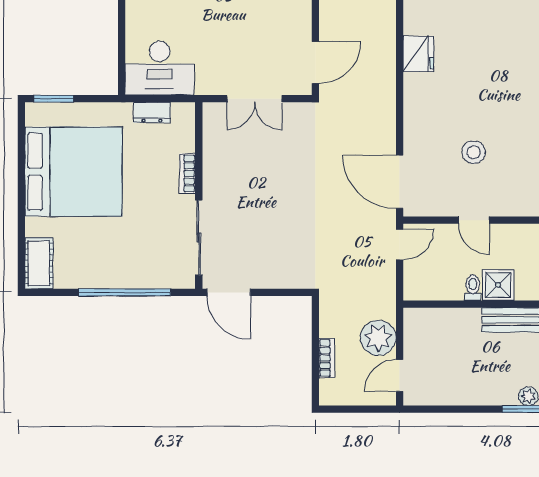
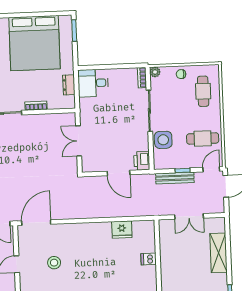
fridge: (418, 54) -> (122, 229), moved
door: (315, 63) -> (118, 173), moved
desk: (160, 68) -> (93, 83), width x0.73

